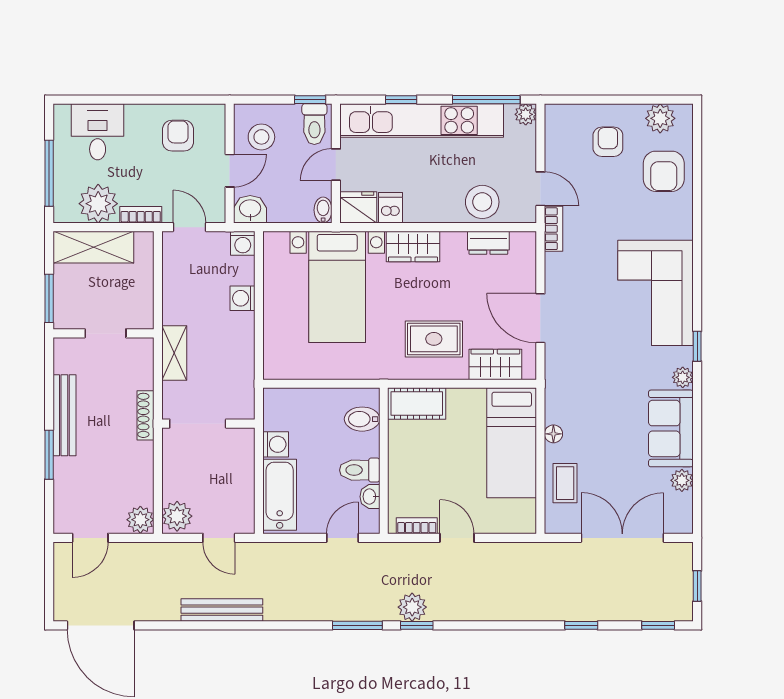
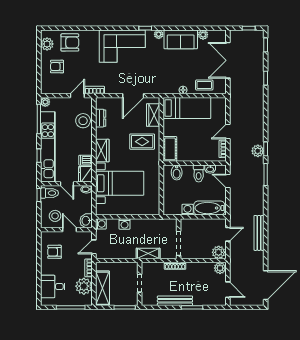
rug: (434, 339) -> (142, 142), turned 90

